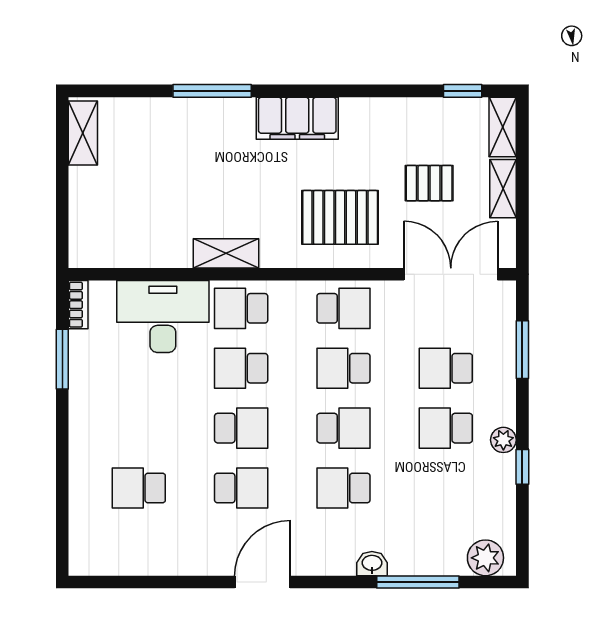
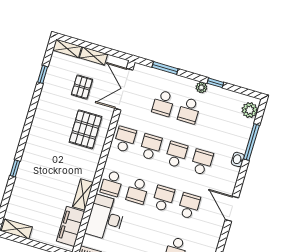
window: (212, 91) -> (15, 168), width x0.46
window: (463, 91) -> (43, 74), moved
filing cabinet: (297, 118) -> (71, 226), moved, turned 180
shelving: (226, 253) -> (83, 195), moved
school desk: (343, 368) -> (150, 147), turned 180
school desk: (343, 488) -> (202, 162), turned 180

